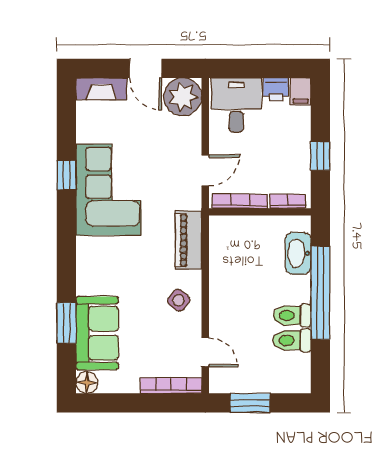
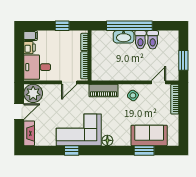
door: (205, 170) -> (69, 82), swing flipped
washbasin: (298, 253) -> (124, 37), moved
floor lamp: (87, 383) -> (107, 140), moved

